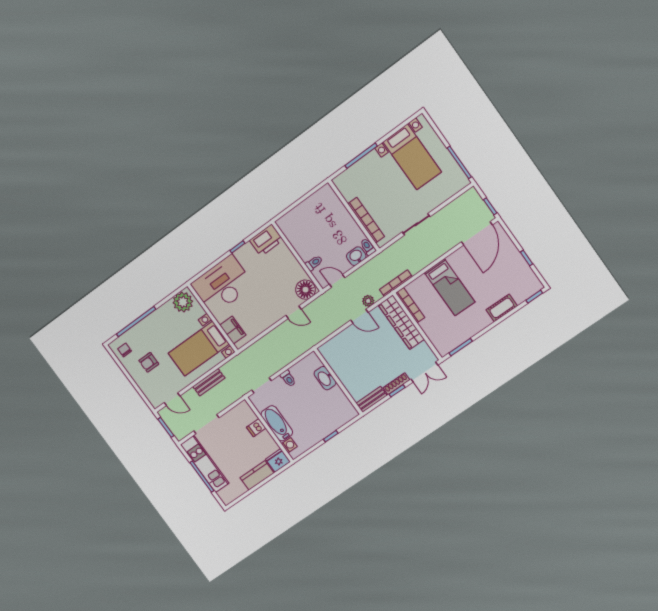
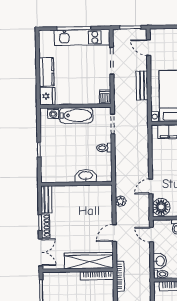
door: (337, 281) -> (151, 235), swing flipped
plant: (368, 301) -> (121, 201), moved
double door: (424, 372) -> (41, 252), swing flipped
door: (172, 399) -> (148, 48), hinge flipped
dishwasher: (256, 428) -> (105, 97), moved

